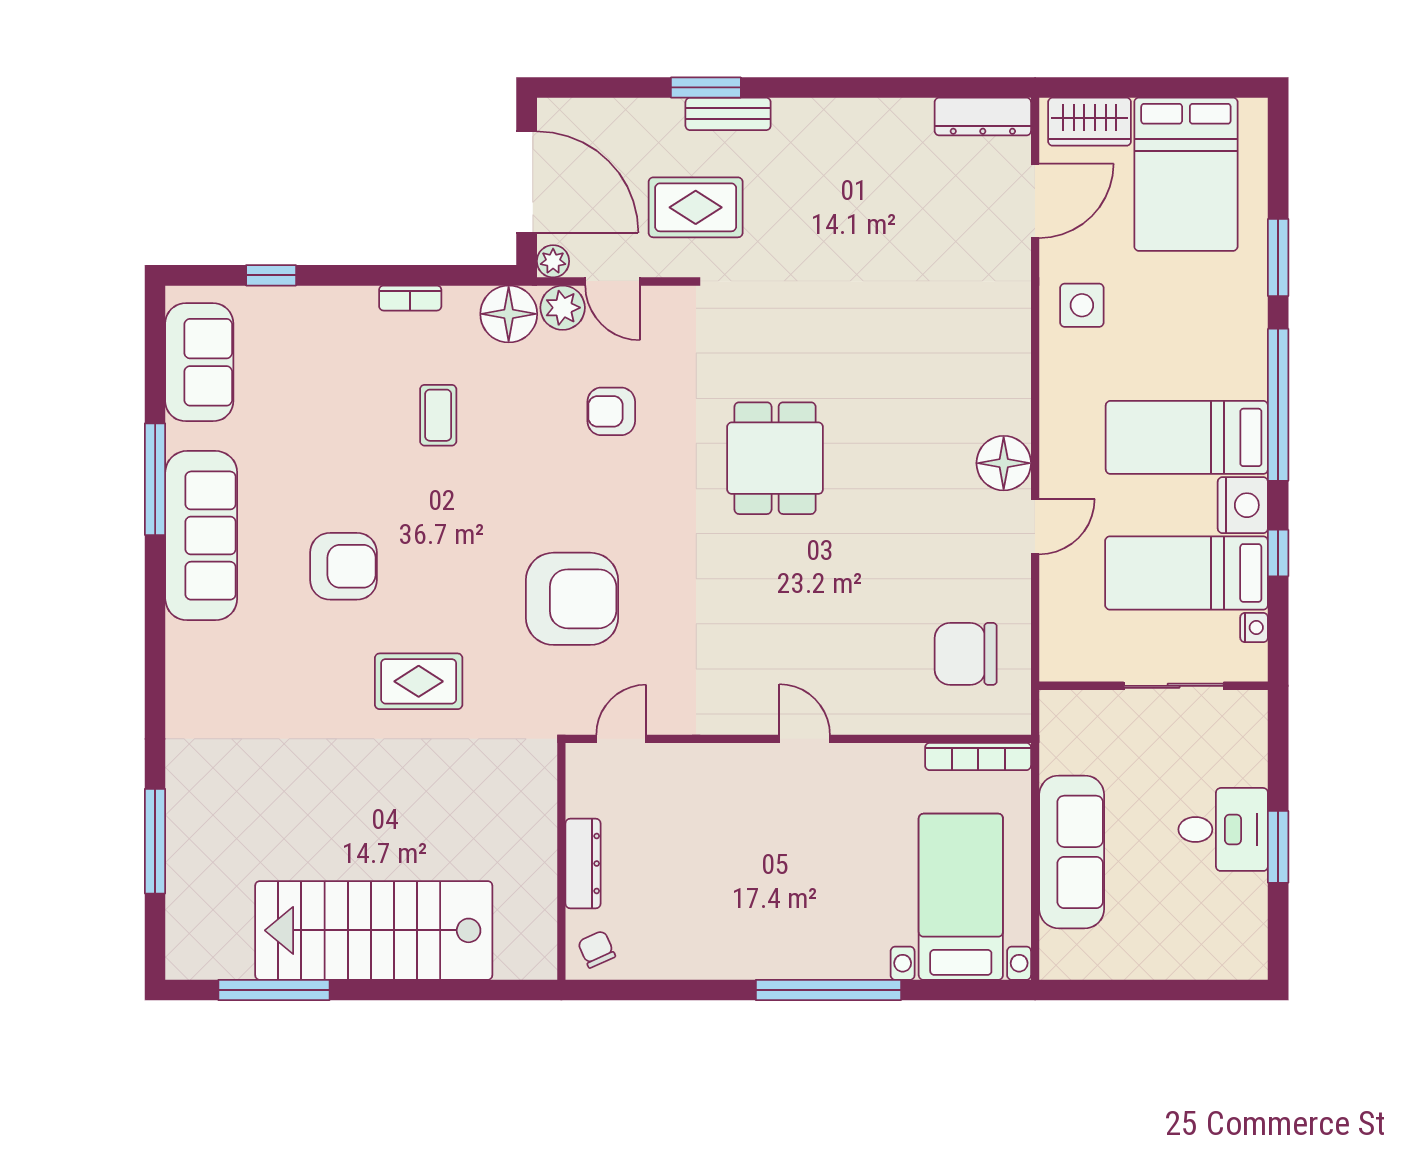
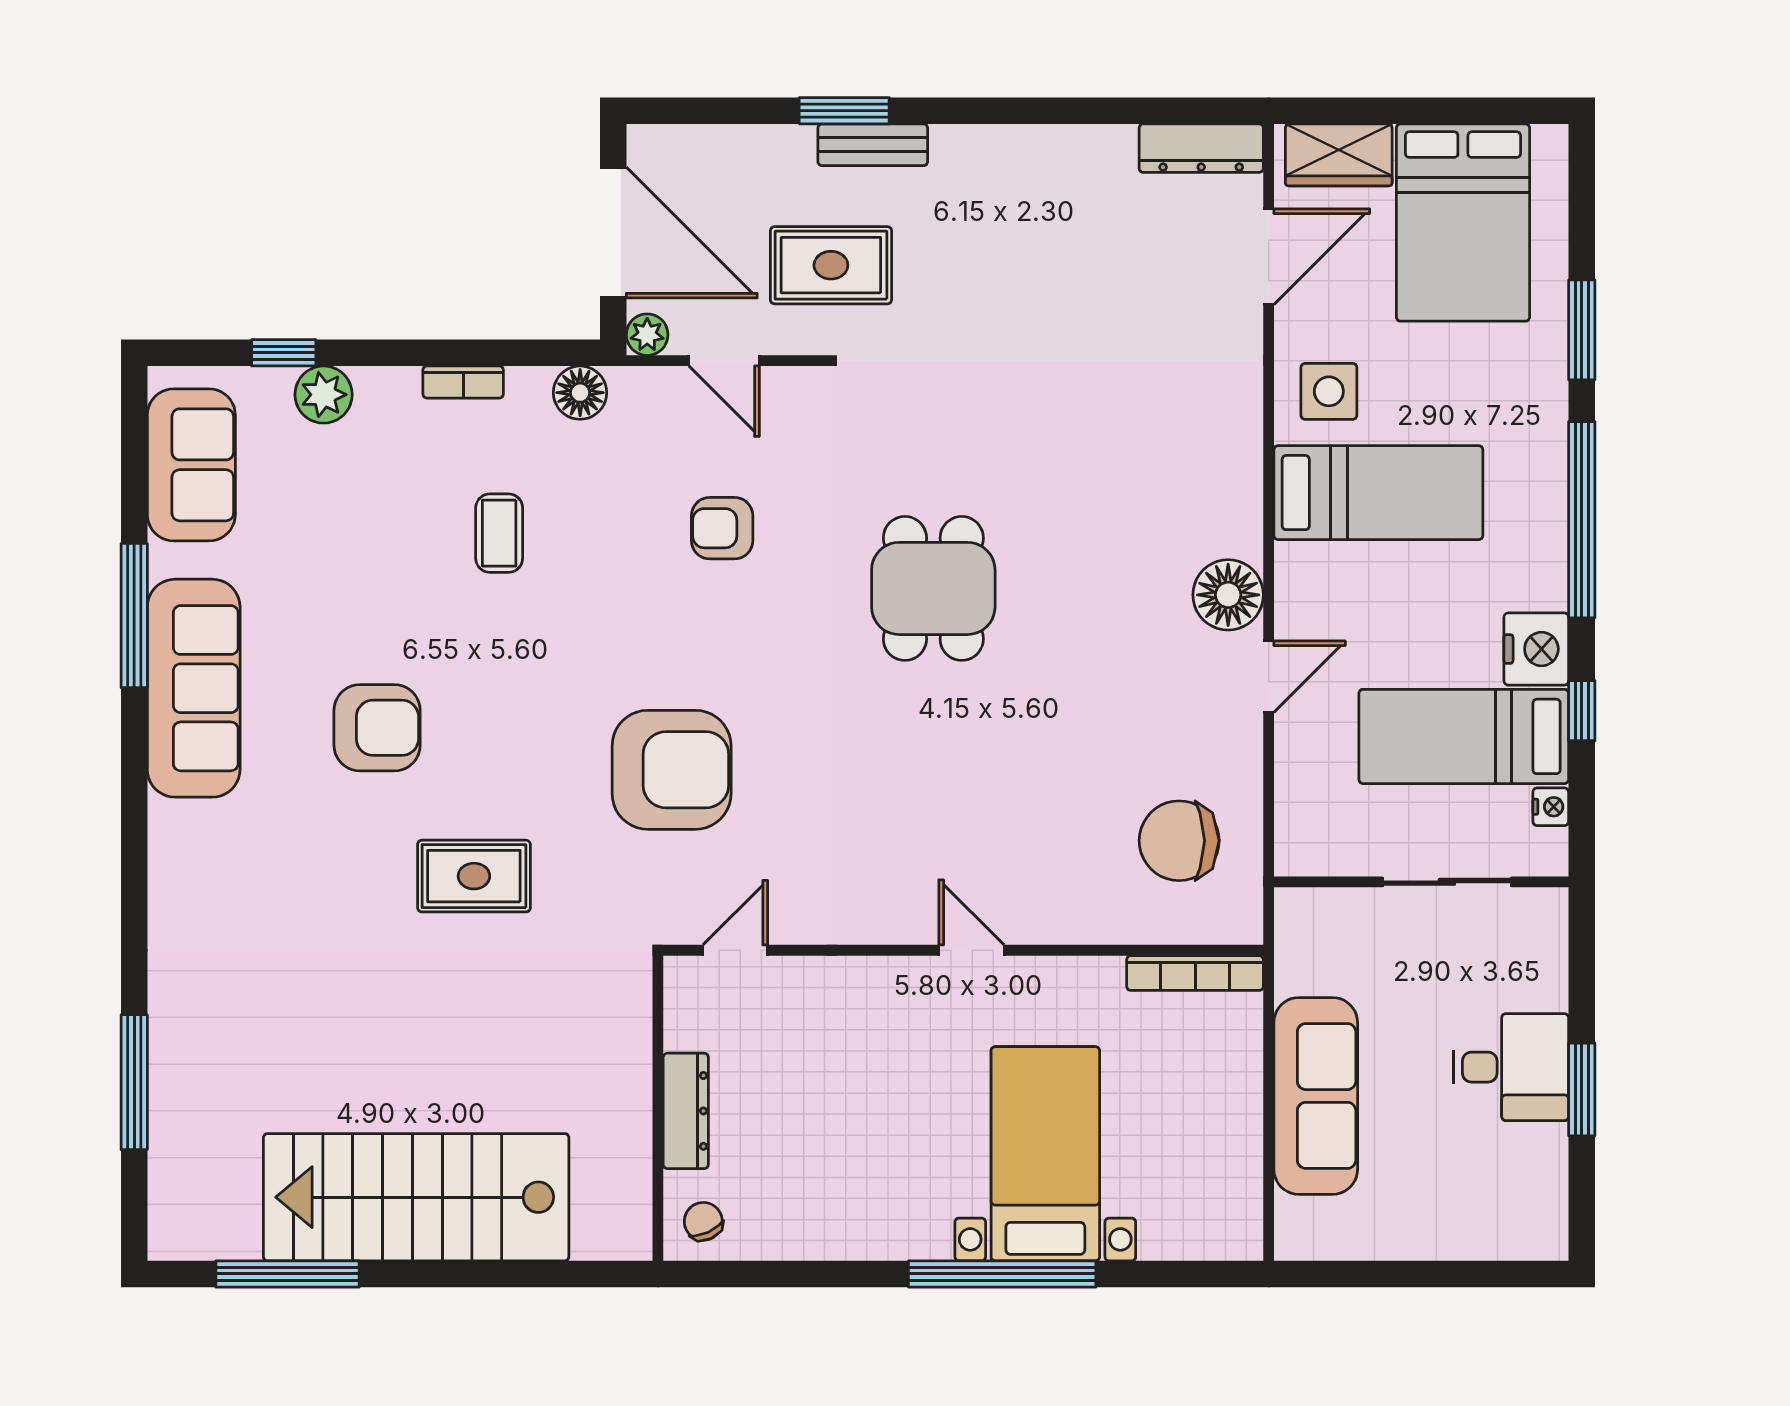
plant: (563, 308) -> (324, 395), moved
floor lamp: (509, 314) -> (580, 393), width x0.73, depth x0.73
bed: (1187, 437) -> (1378, 493), moved, turned 180
bed with nightstands: (961, 897) -> (1045, 1154), moved

